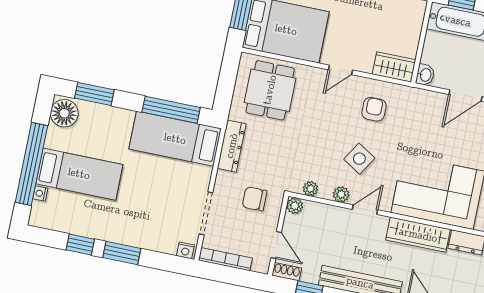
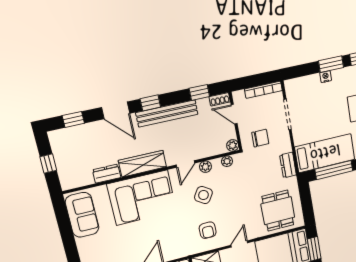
dresser: (232, 146) -> (288, 165), width x0.70
nightstand: (185, 250) -> (326, 77), moved

